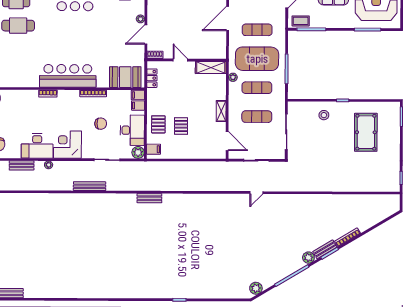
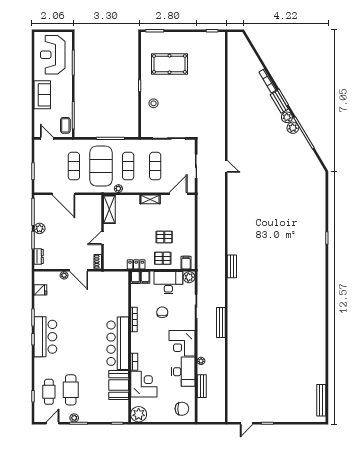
booth: (125, 77) -> (119, 385), moved
locker: (152, 78) -> (136, 264), moved
corner desk: (24, 104) -> (144, 384), added
plant: (256, 288) -> (293, 128), moved

